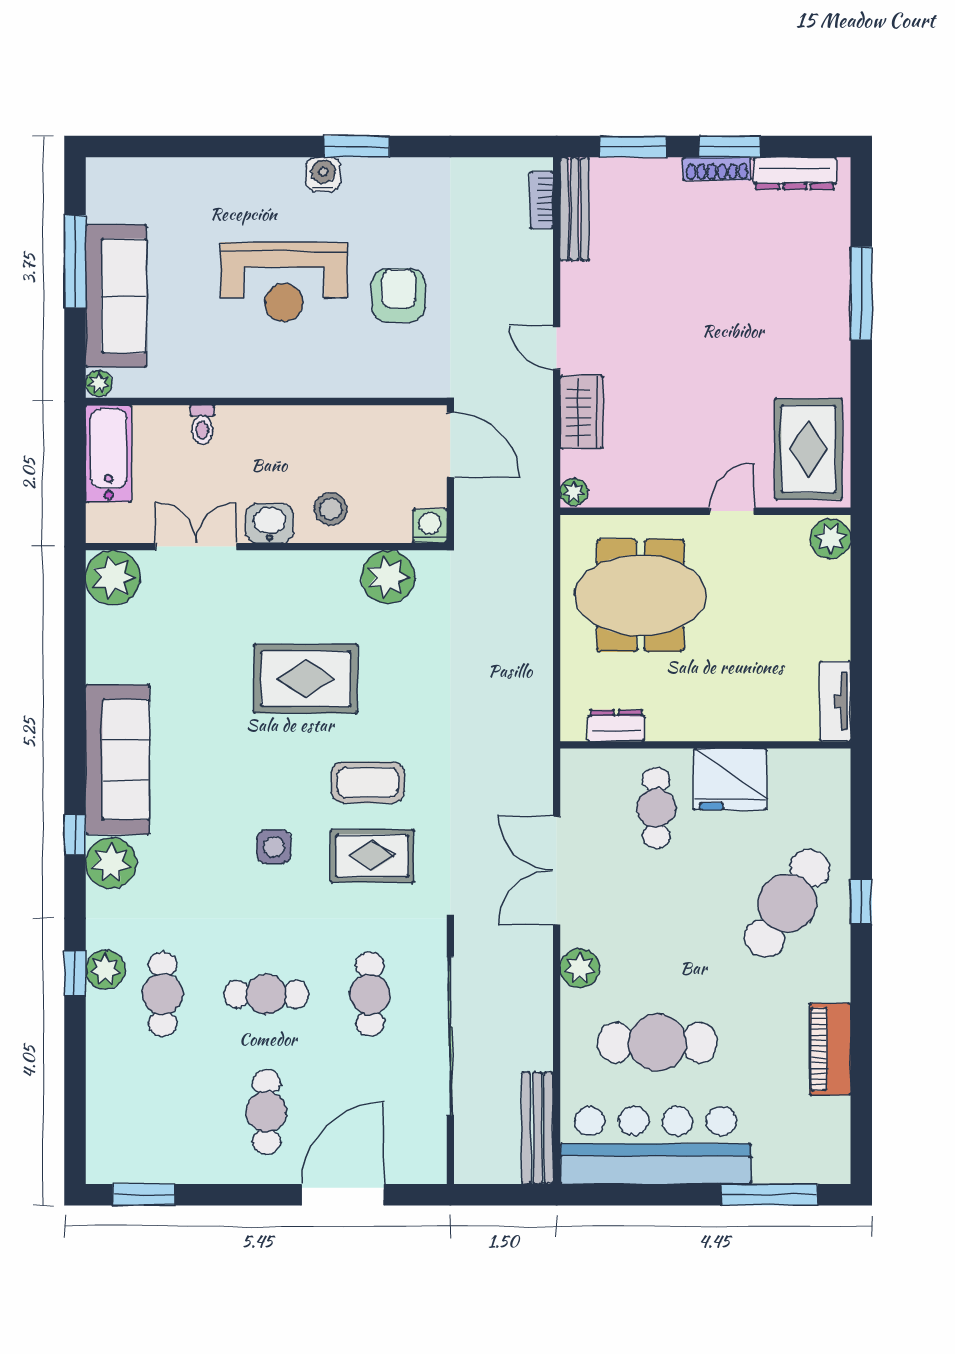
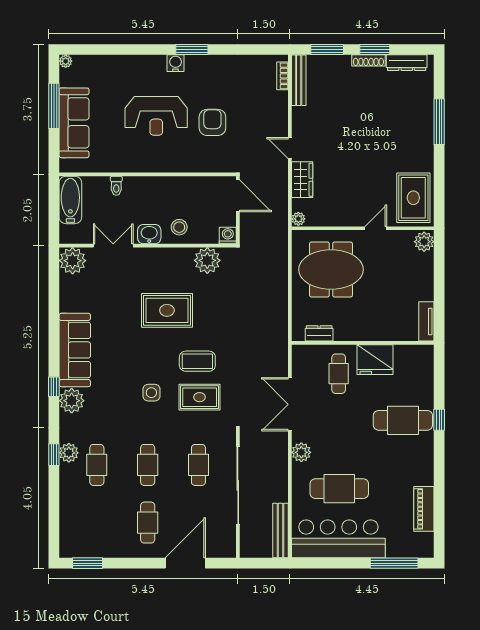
plant: (99, 383) -> (66, 61), moved
cafe table: (787, 903) -> (403, 420), turned 57
cafe table: (266, 994) -> (148, 465), turned 90
piano: (830, 1049) -> (424, 509), moved

